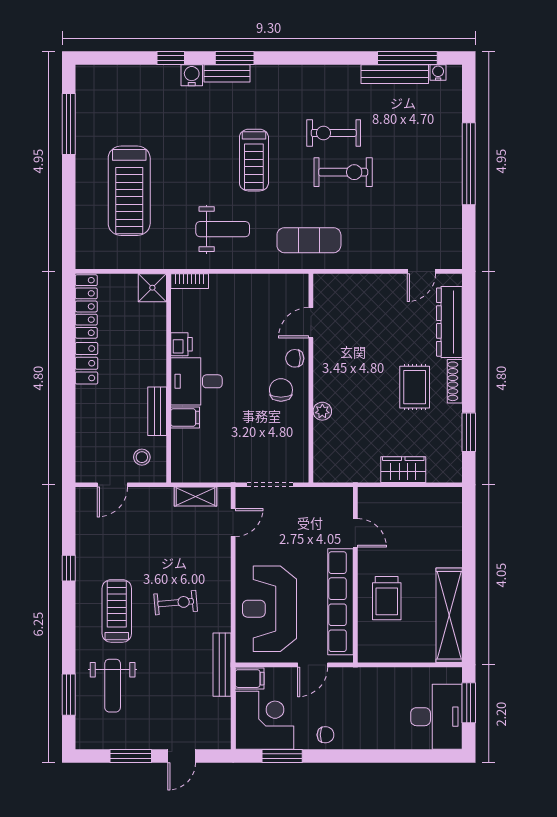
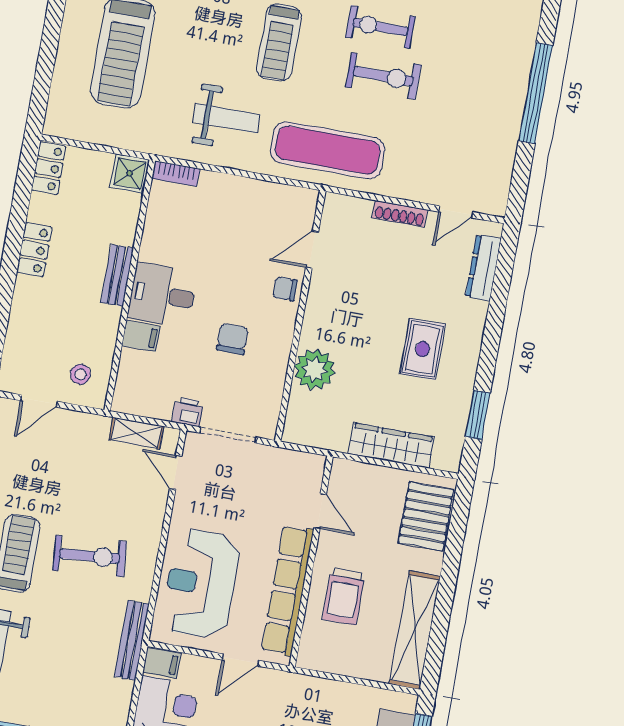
exercise mat: (309, 240) -> (328, 150), width x1.36, depth x1.45
locker: (86, 306) -> (49, 168), width x0.66
dresser: (449, 322) -> (483, 268), width x0.73, depth x0.80
printer: (181, 344) -> (188, 412), moved, turned -90
shoe rack: (455, 381) -> (400, 214), moved, turned -90
chair: (281, 390) -> (232, 339), moved
bench: (157, 411) -> (117, 275), moved
plant: (322, 411) -> (315, 369), width x1.88, depth x1.88
wardrobe: (403, 470) -> (391, 446), width x1.50
pallet: (442, 522) -> (426, 516), added
door: (233, 523) -> (176, 472), swing flipped
exercise bike: (176, 603) -> (90, 556), width x1.38, depth x1.39

